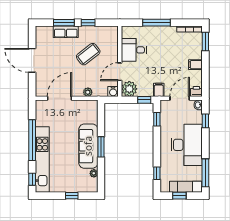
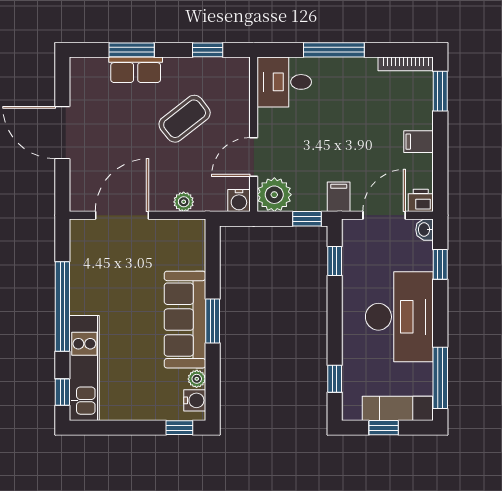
window: (88, 23) -> (208, 50), moved
desk: (134, 50) -> (284, 82), moved
kitchen unit: (42, 160) -> (84, 368), width x0.73
water cooler: (93, 183) -> (195, 400), added
window: (72, 196) -> (179, 428), moved

